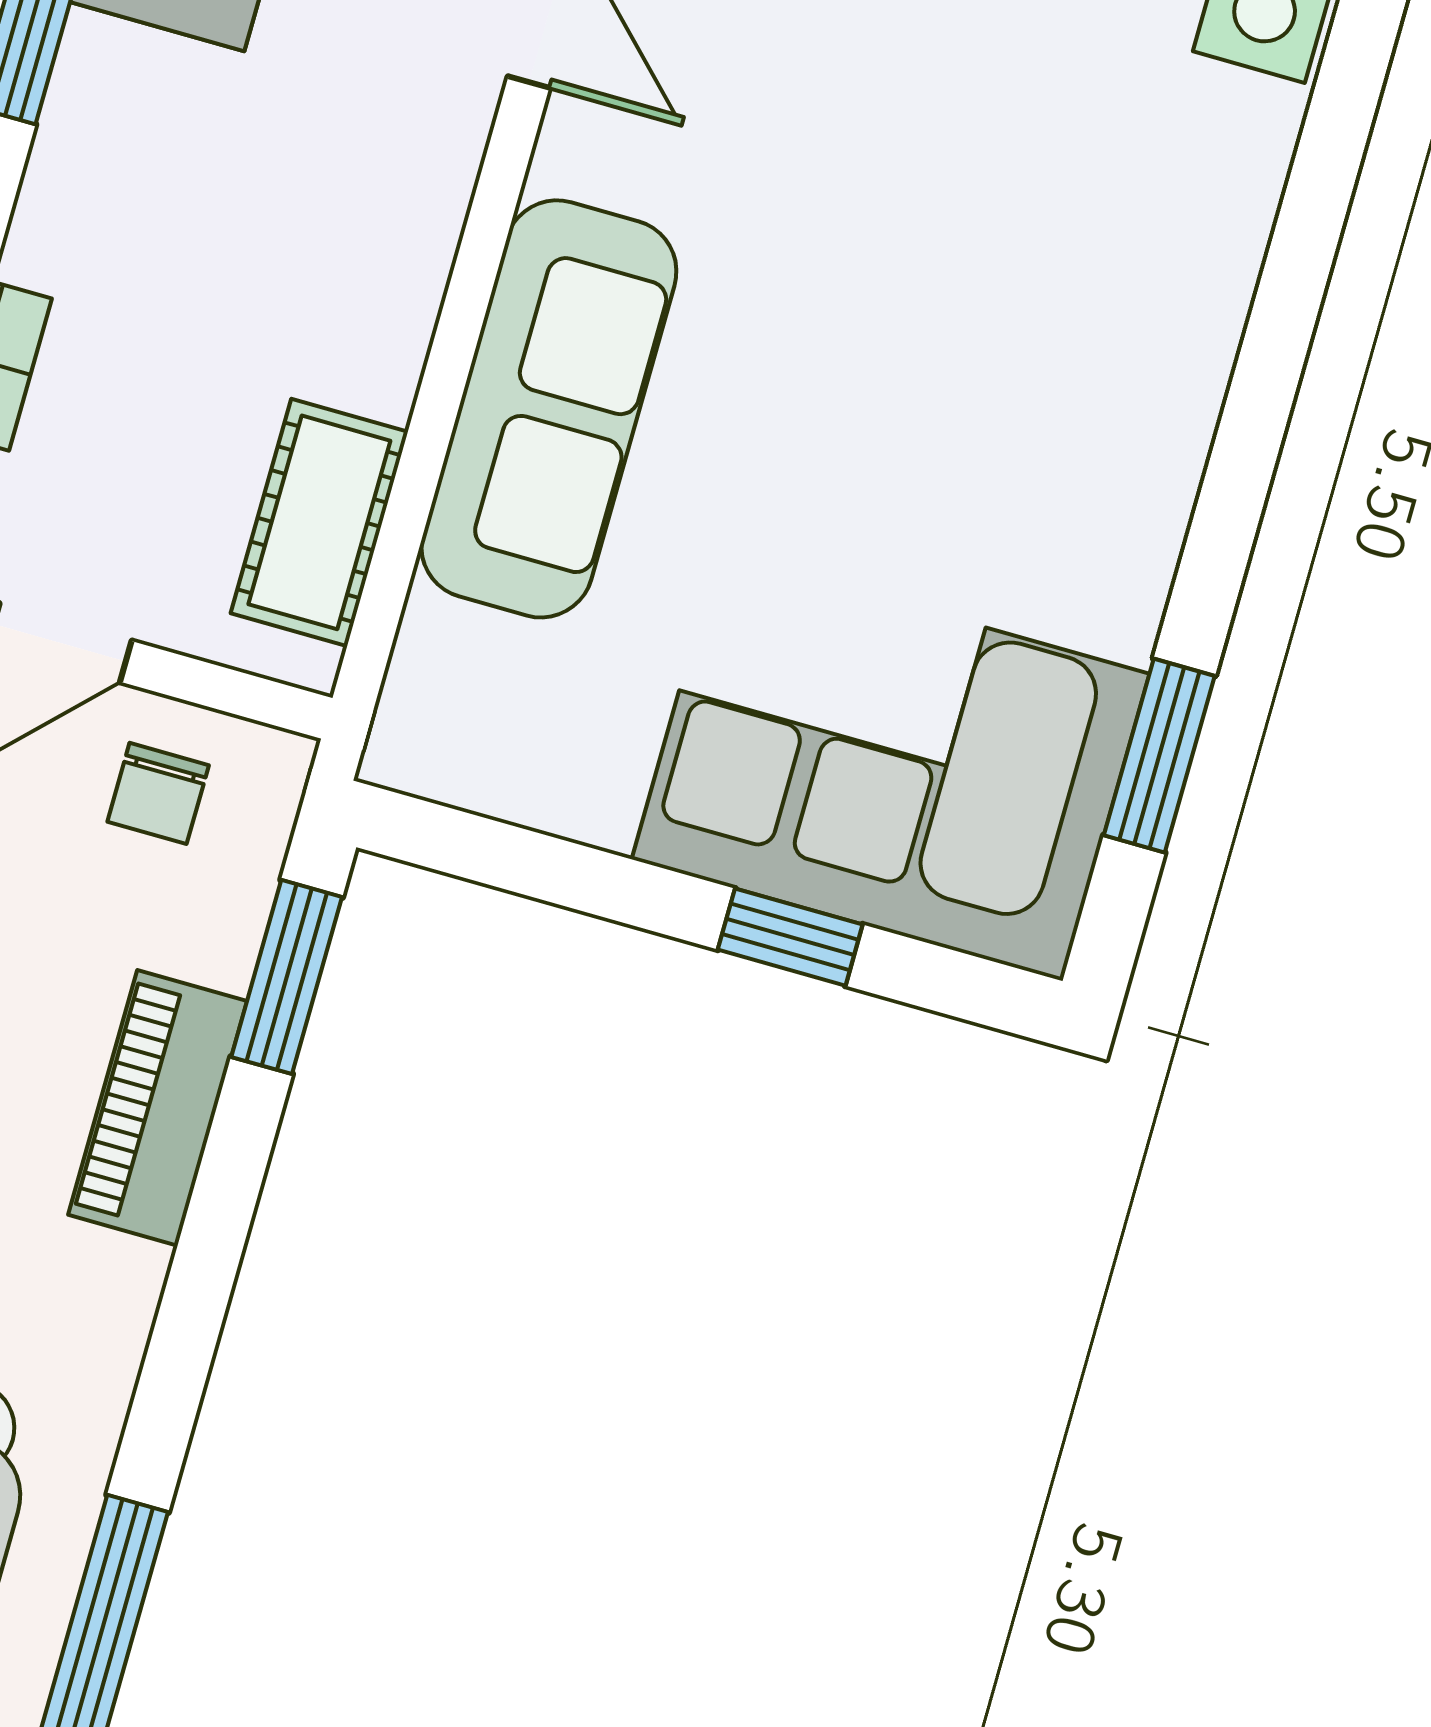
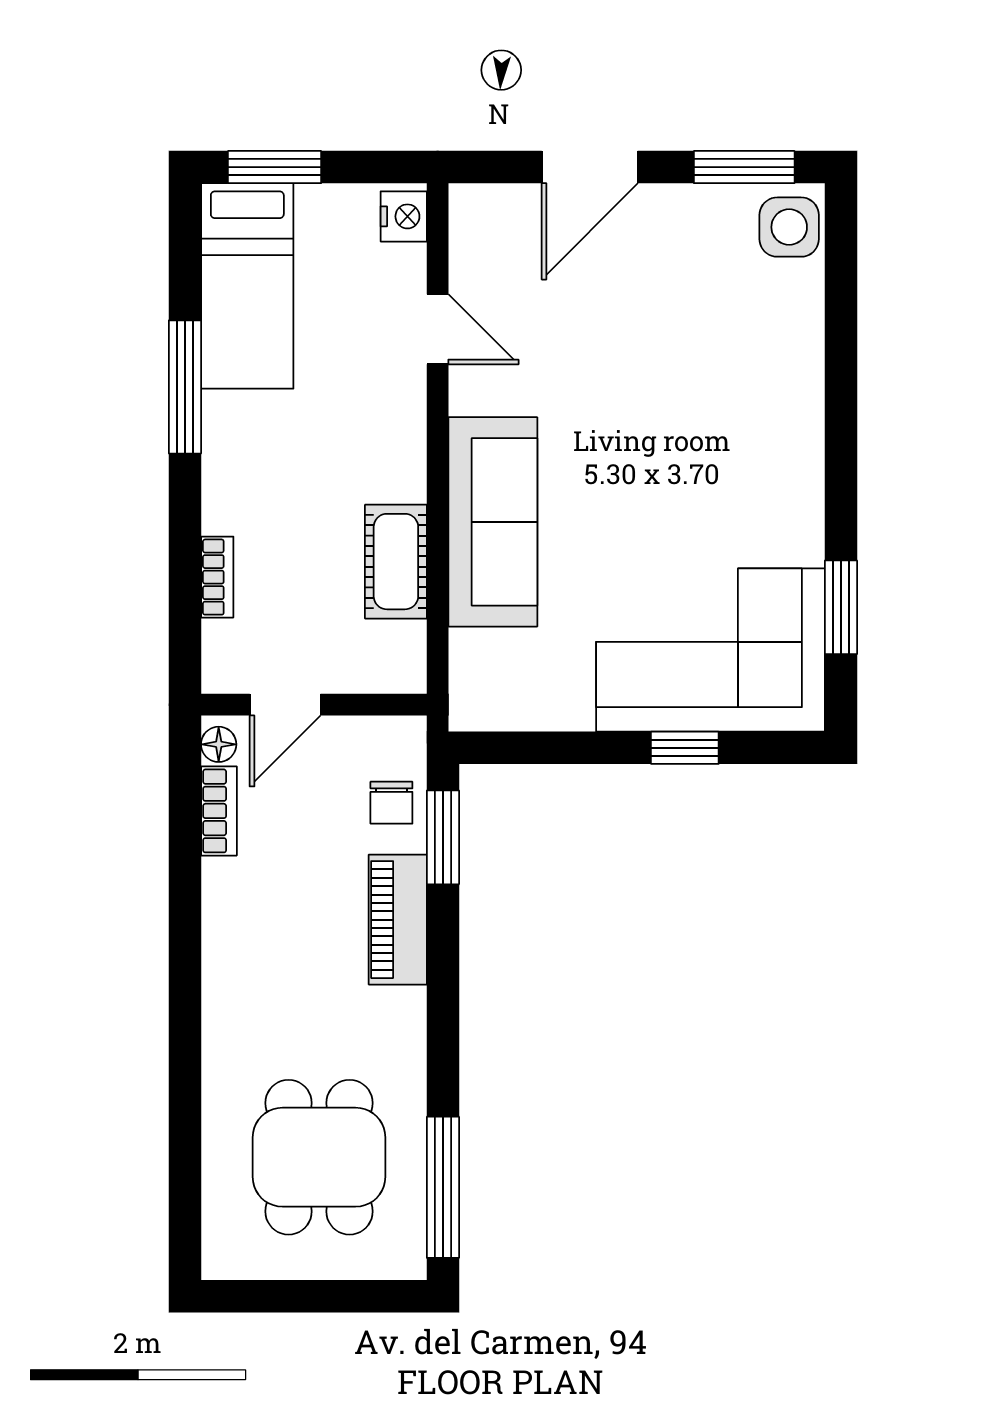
cot: (319, 522) -> (396, 562), moved
chair: (158, 793) -> (391, 803), moved

